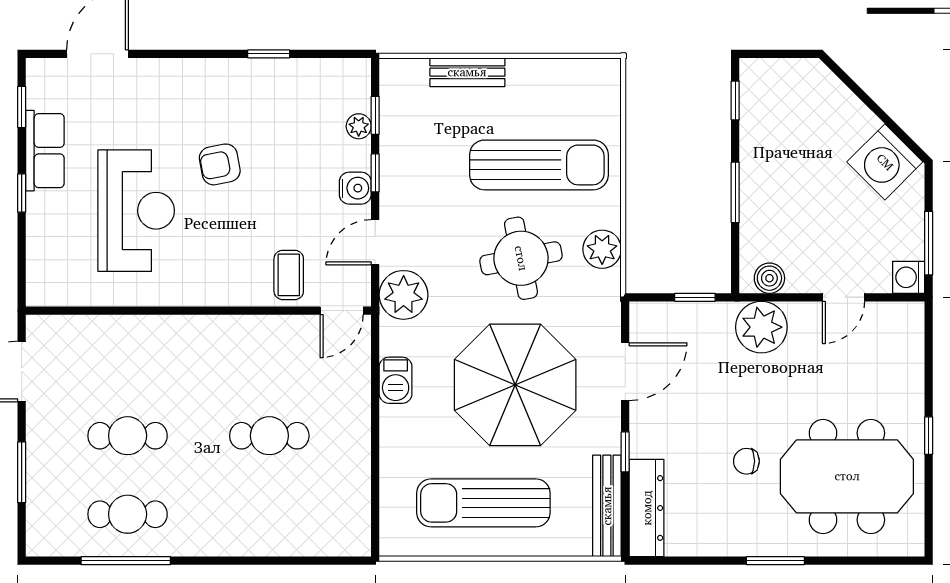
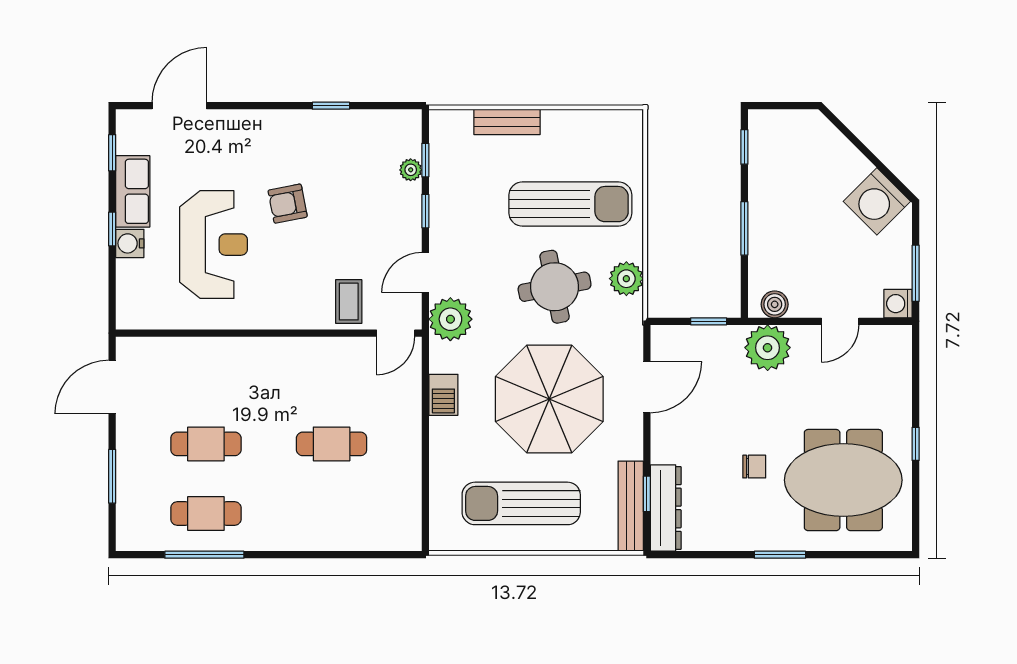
water cooler: (355, 188) -> (130, 243), moved, turned 180
window: (625, 452) -> (647, 494), moved
chair: (746, 461) -> (754, 467), turned 180

